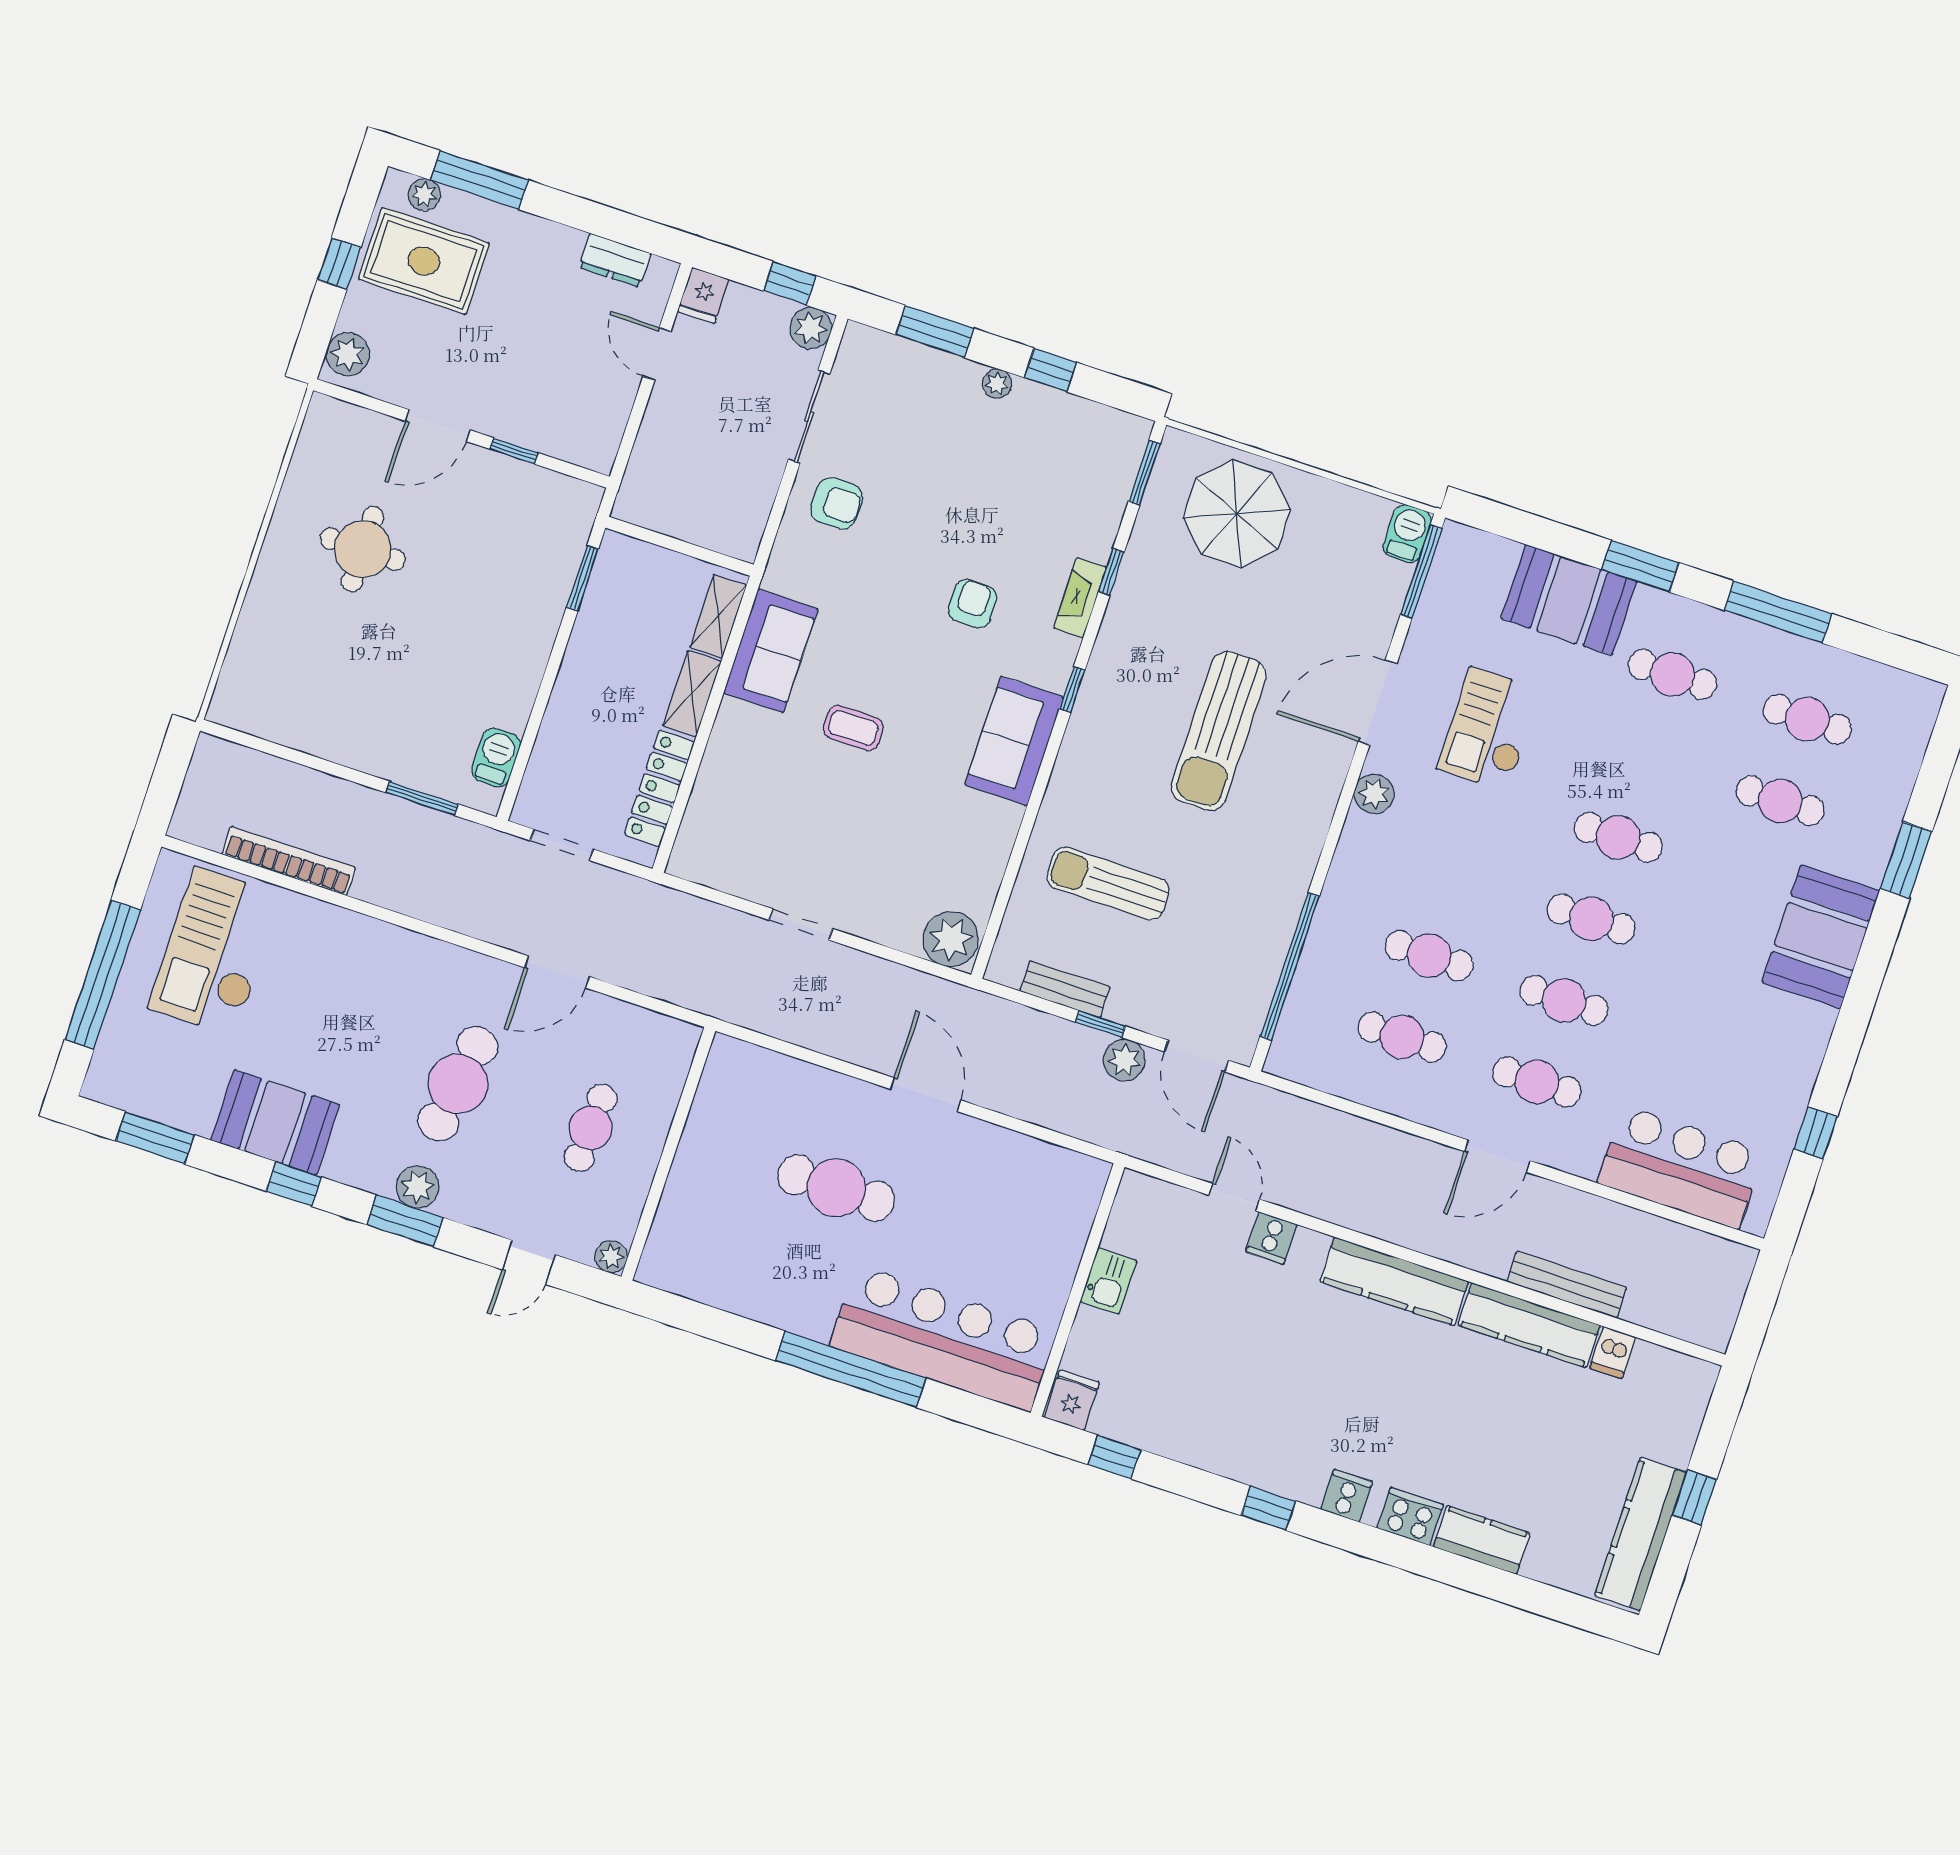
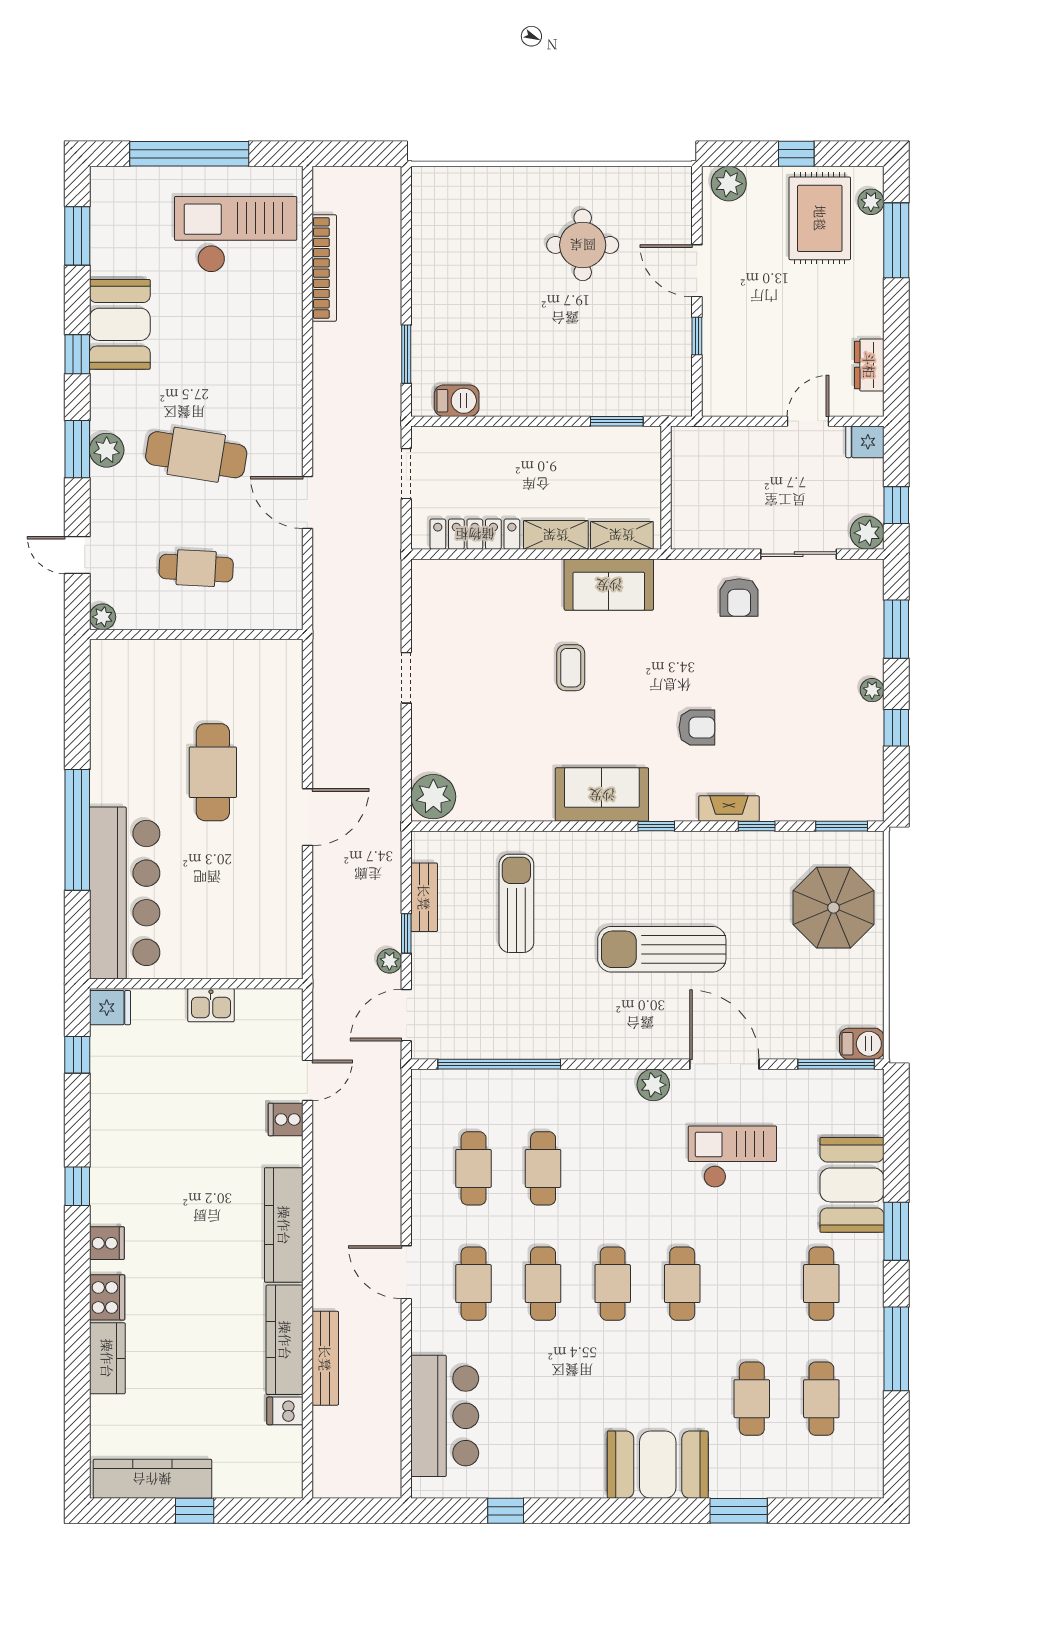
plant: (1124, 1060) -> (389, 961), width x0.73, depth x0.73

